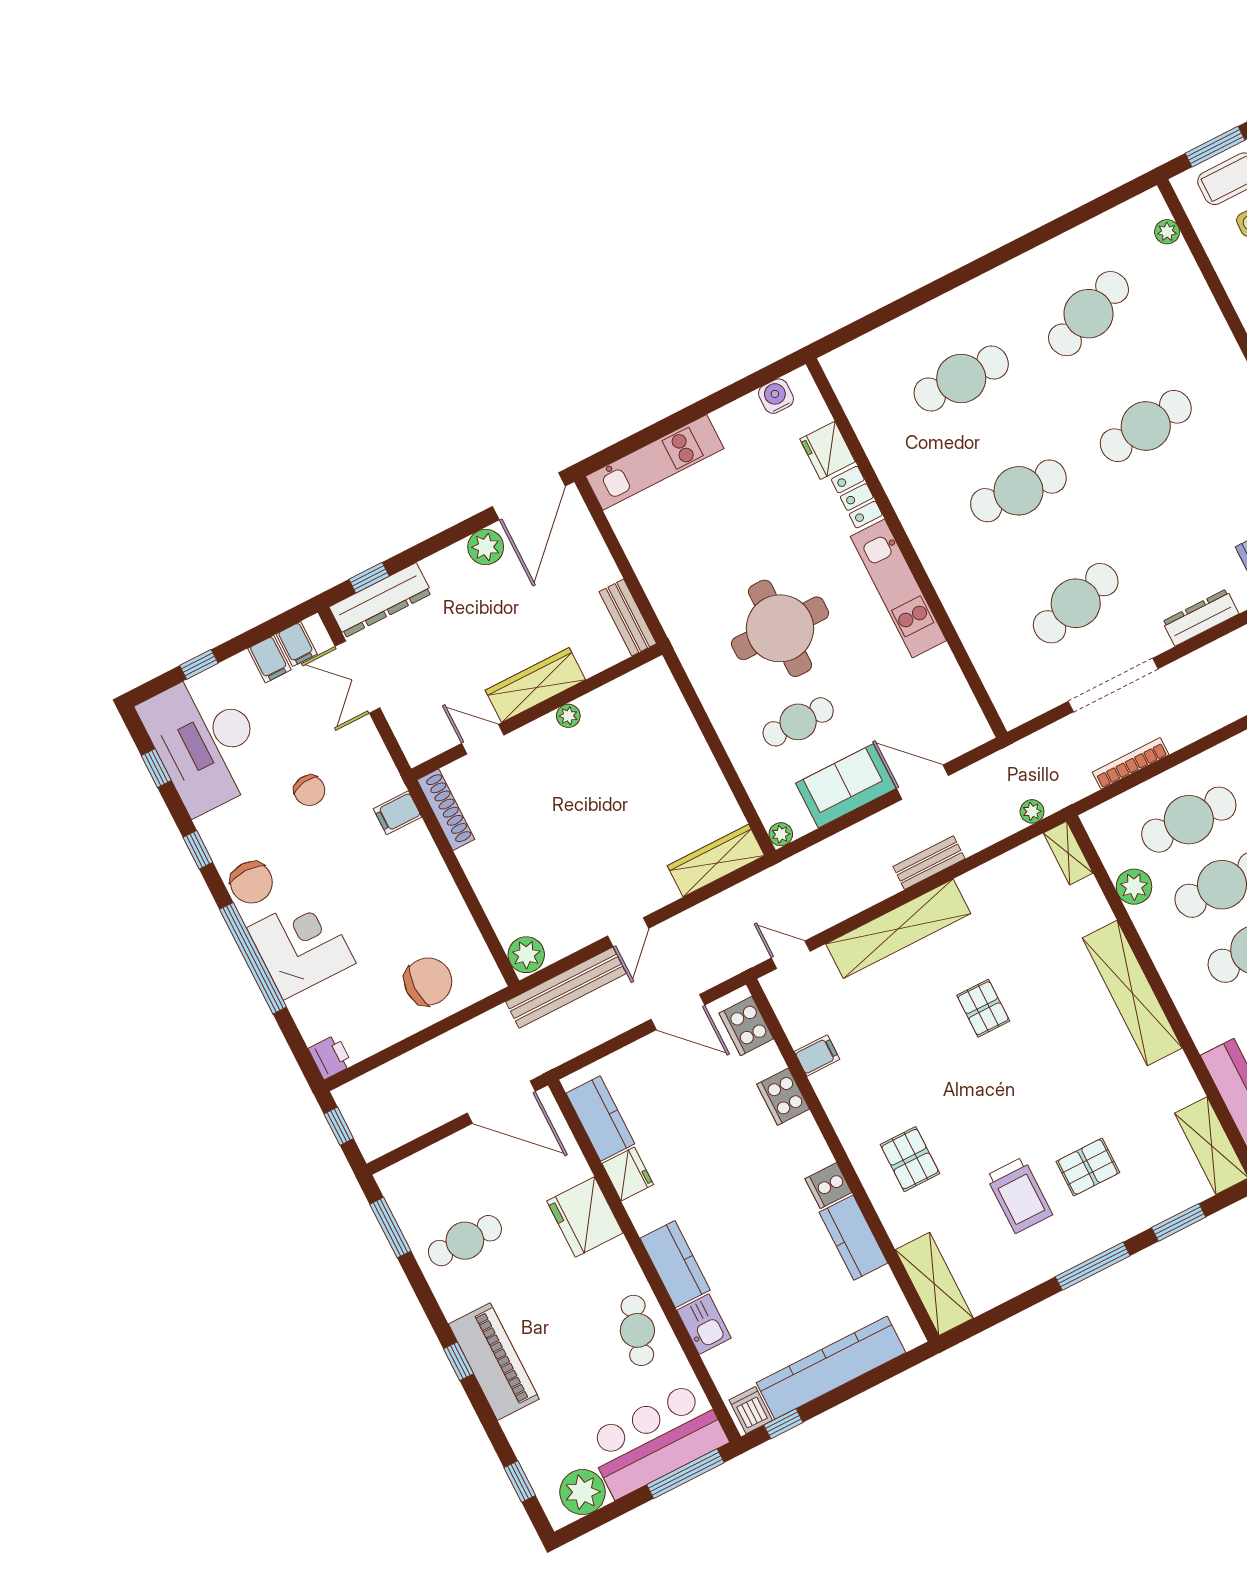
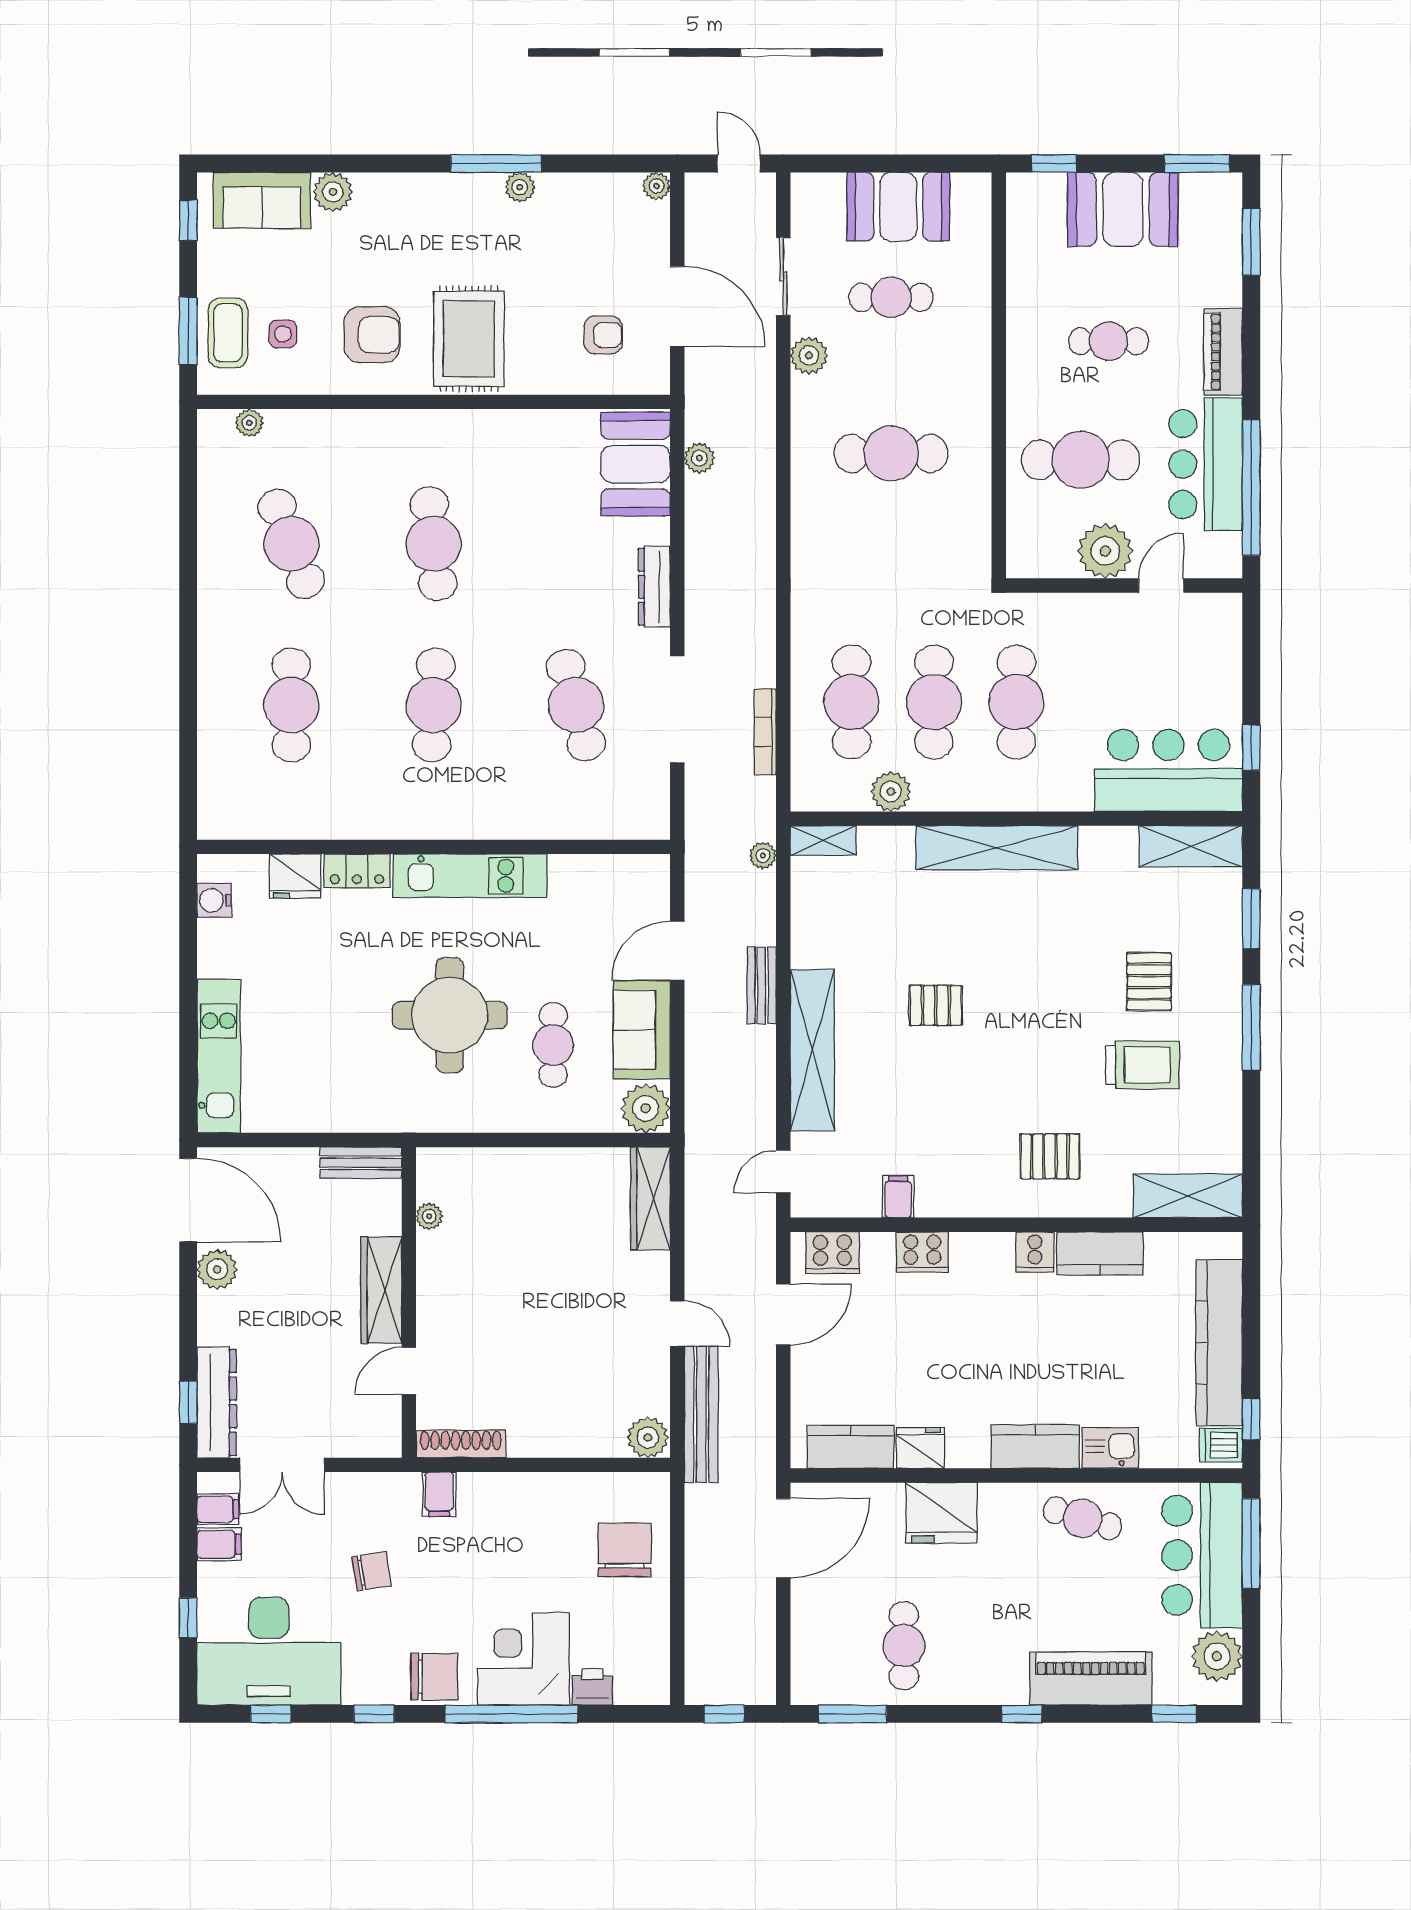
plant: (568, 716) -> (429, 1216), moved
plant: (781, 834) -> (646, 1108), width x1.88, depth x1.88
printer: (330, 1057) -> (592, 1687), moved
piano: (494, 1362) -> (1091, 1678), moved

